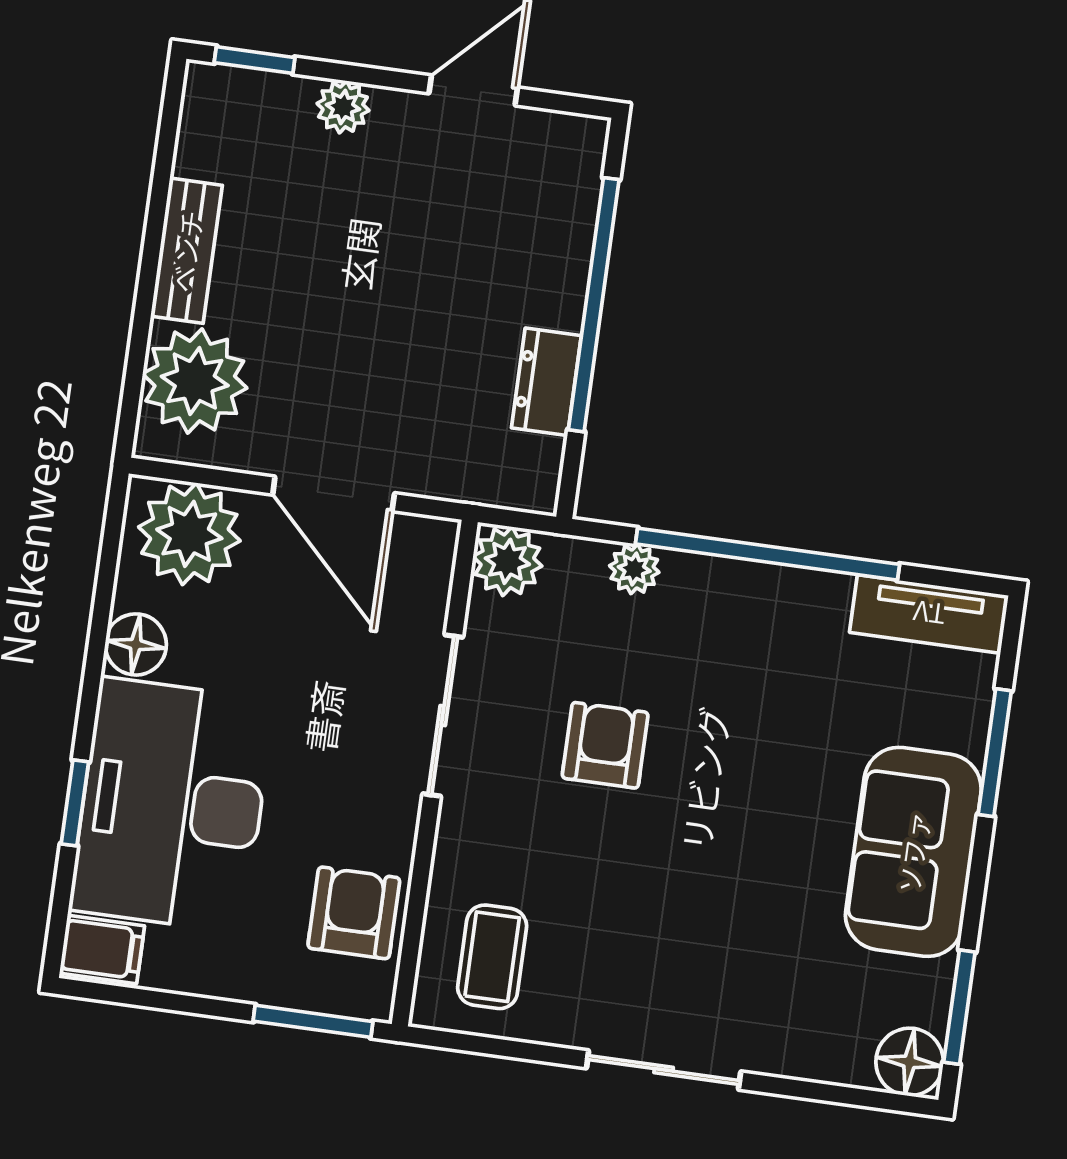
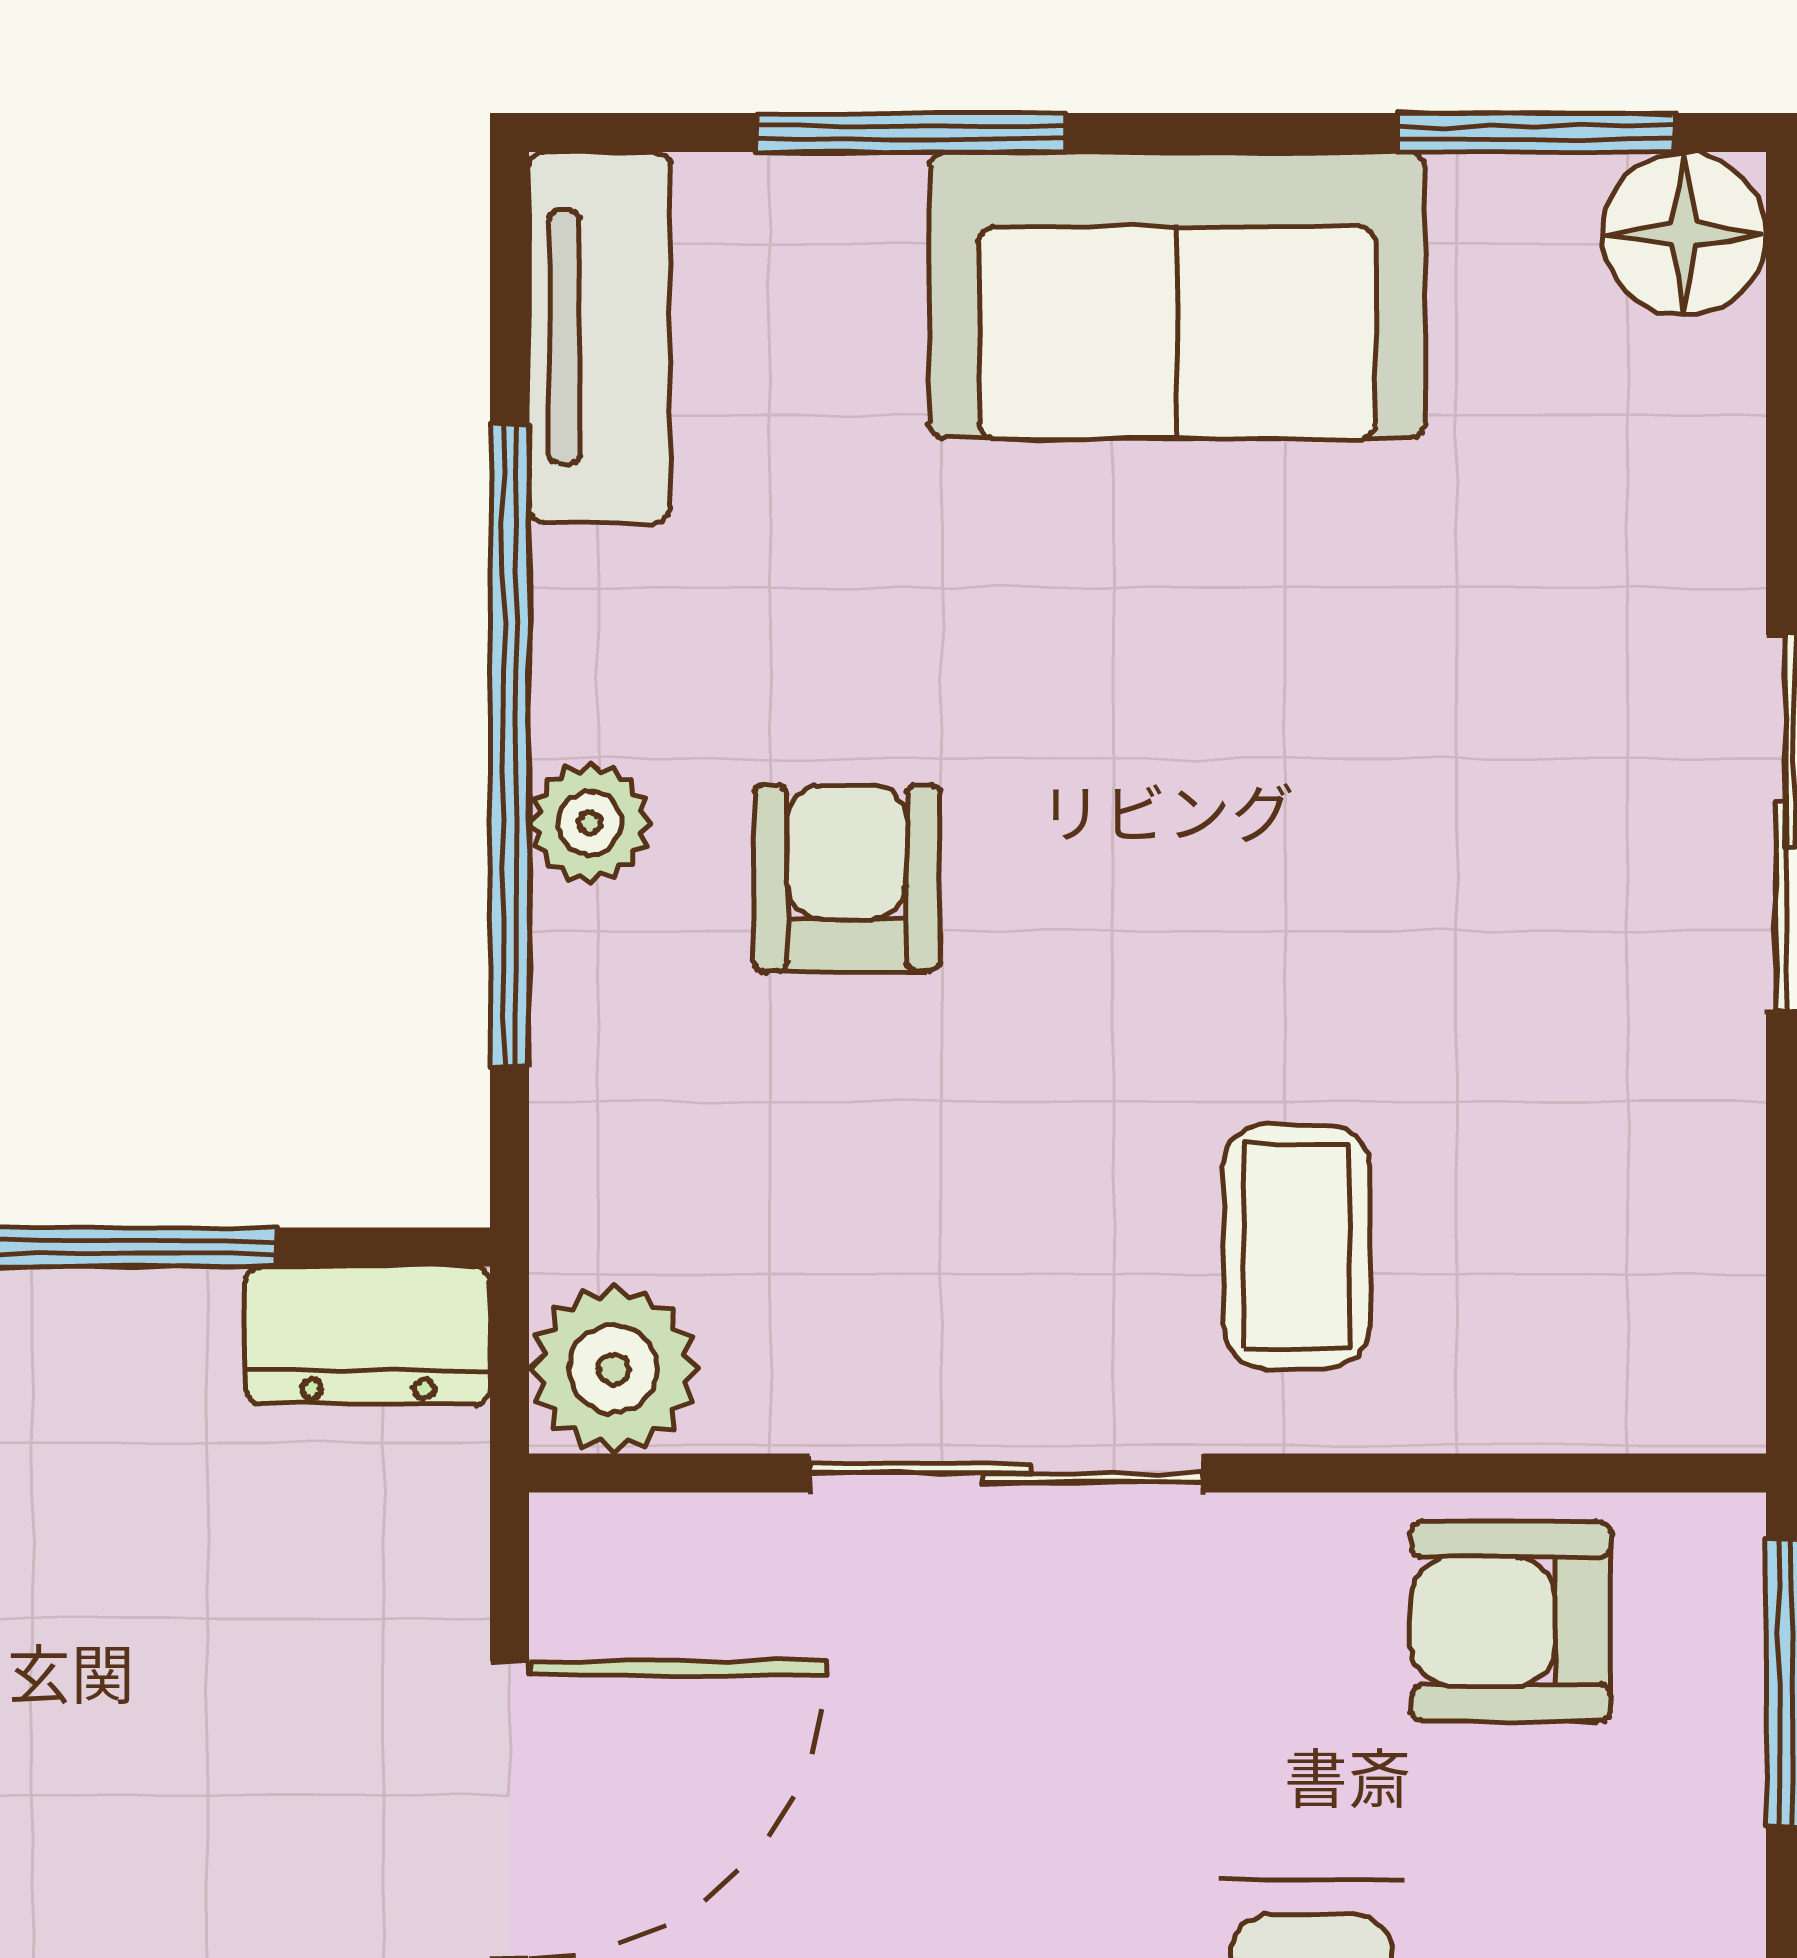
dresser: (546, 382) -> (368, 1335), moved
plant: (634, 569) -> (590, 823), moved
armchair: (605, 745) -> (847, 878), moved, turned 90
coffee table: (492, 957) -> (1296, 1246), moved, turned 90

